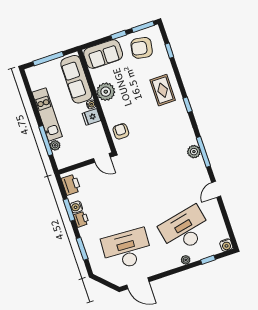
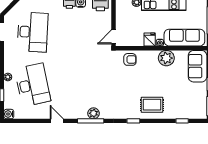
armchair: (142, 48) -> (192, 99), removed

